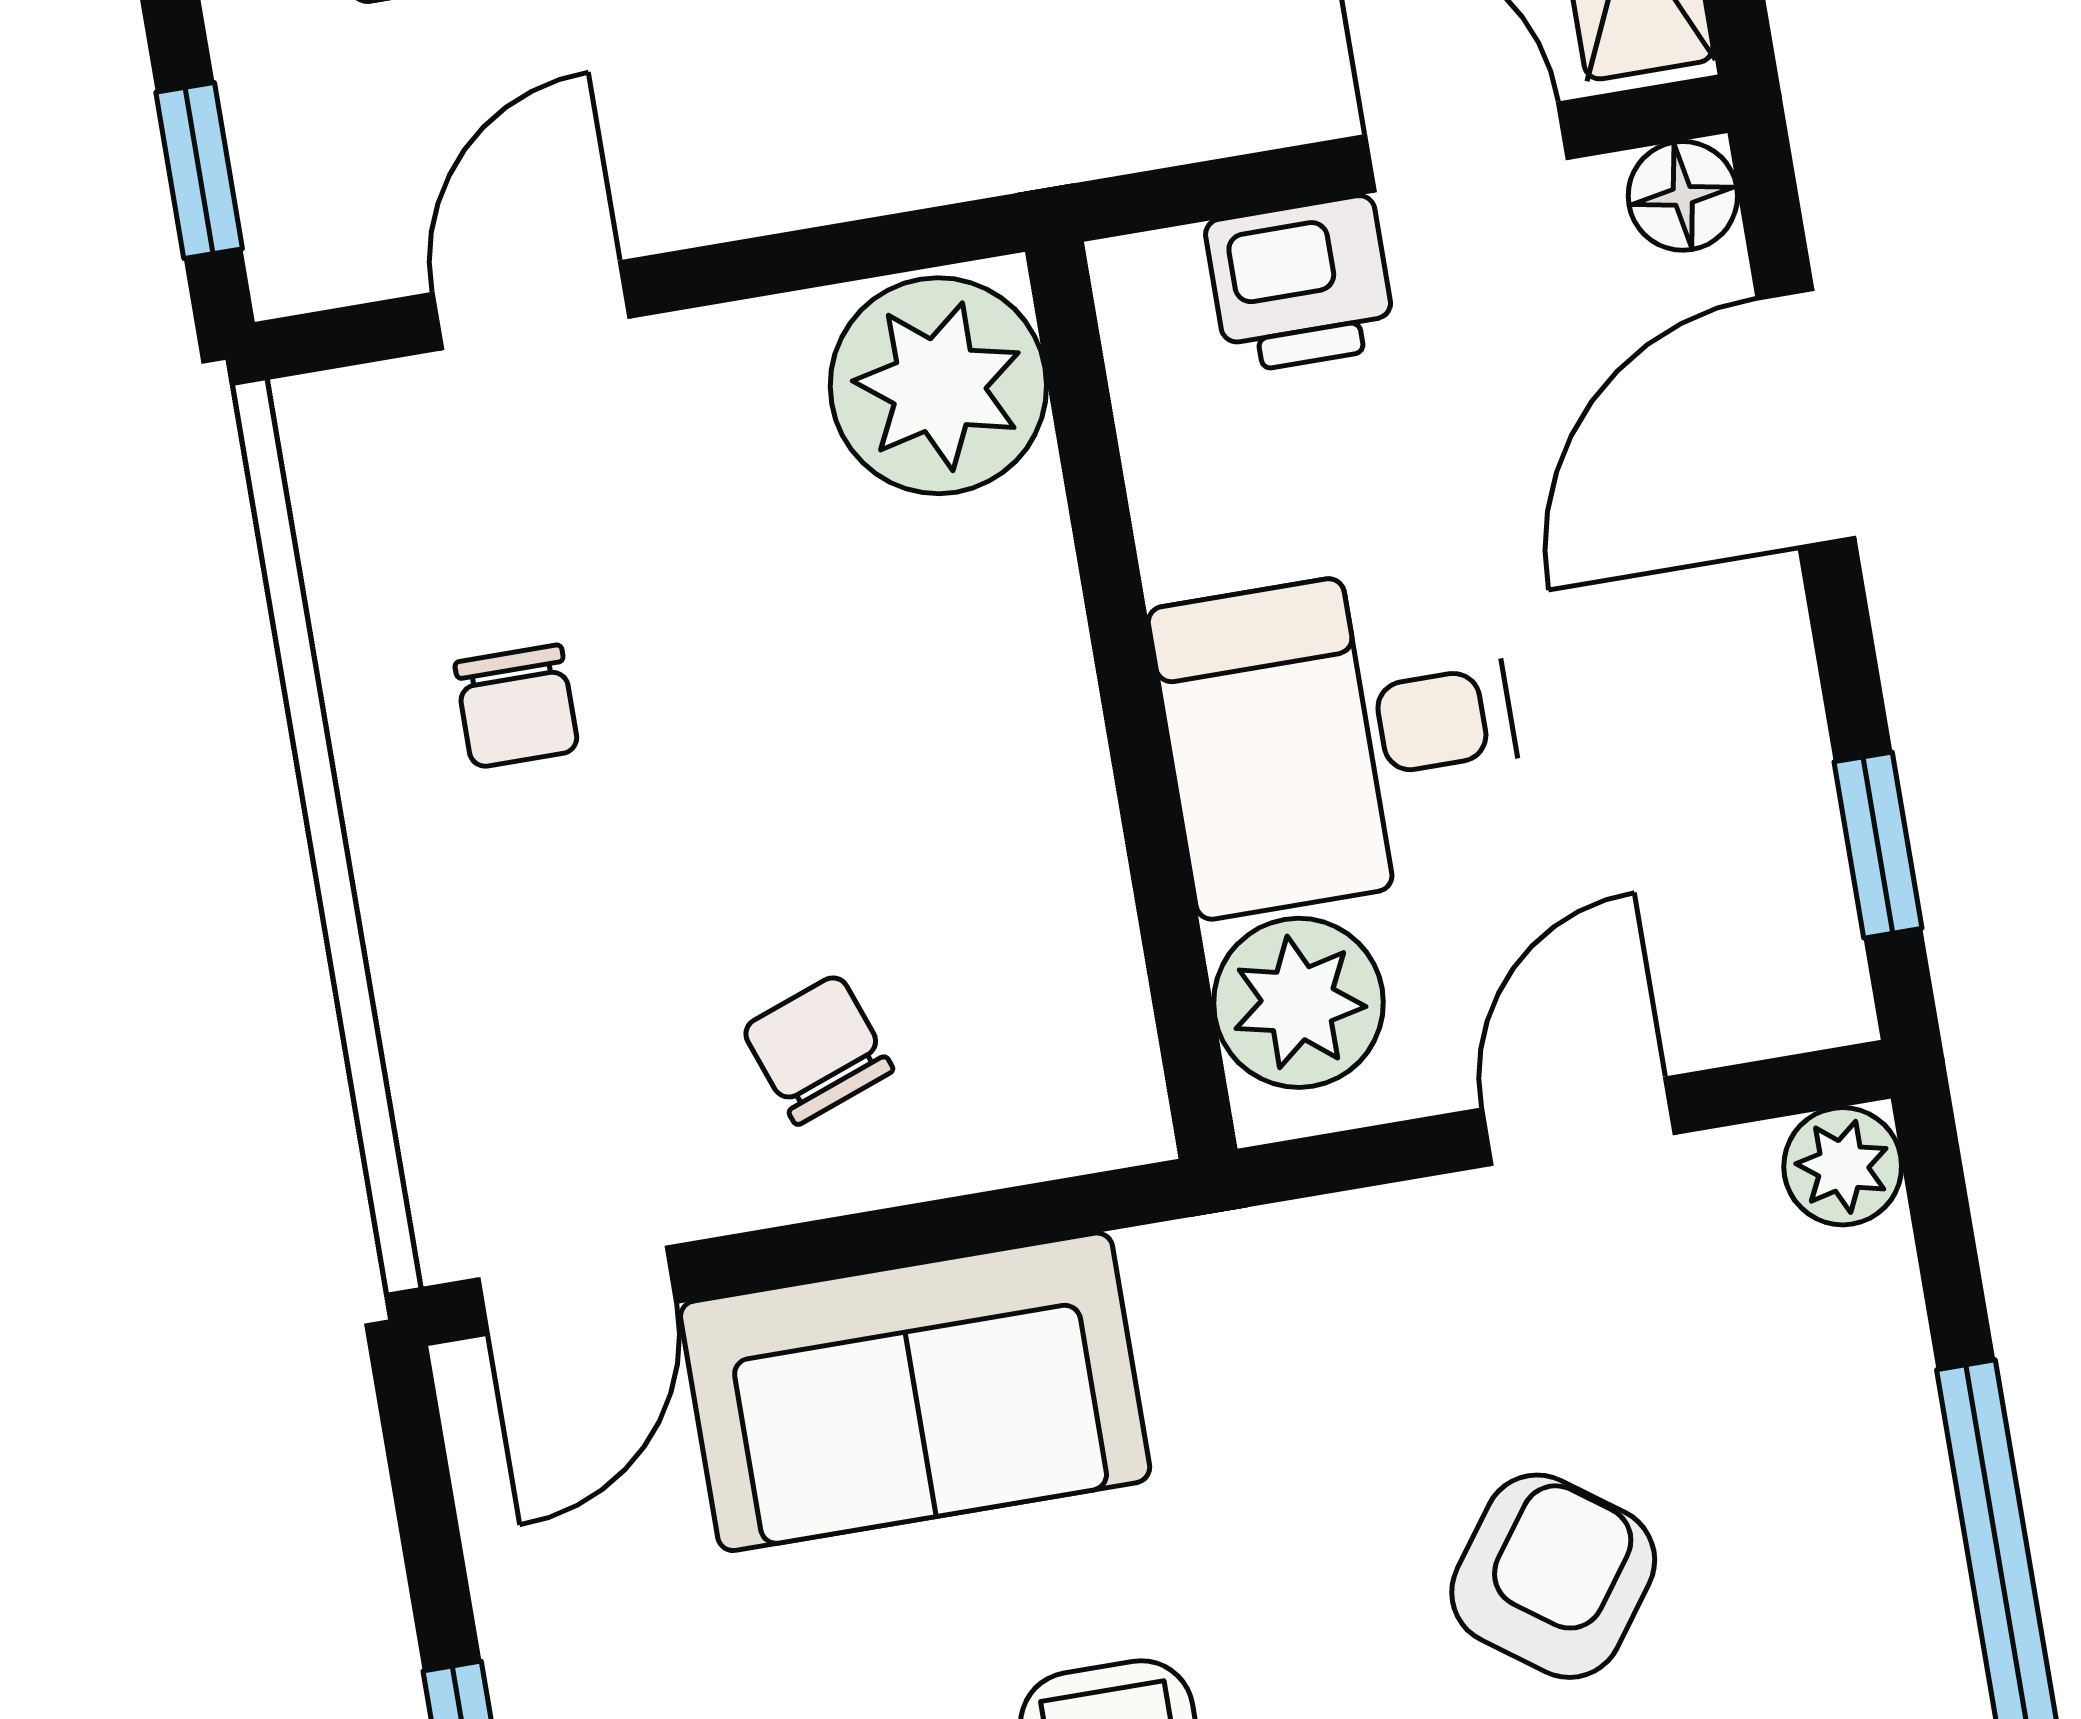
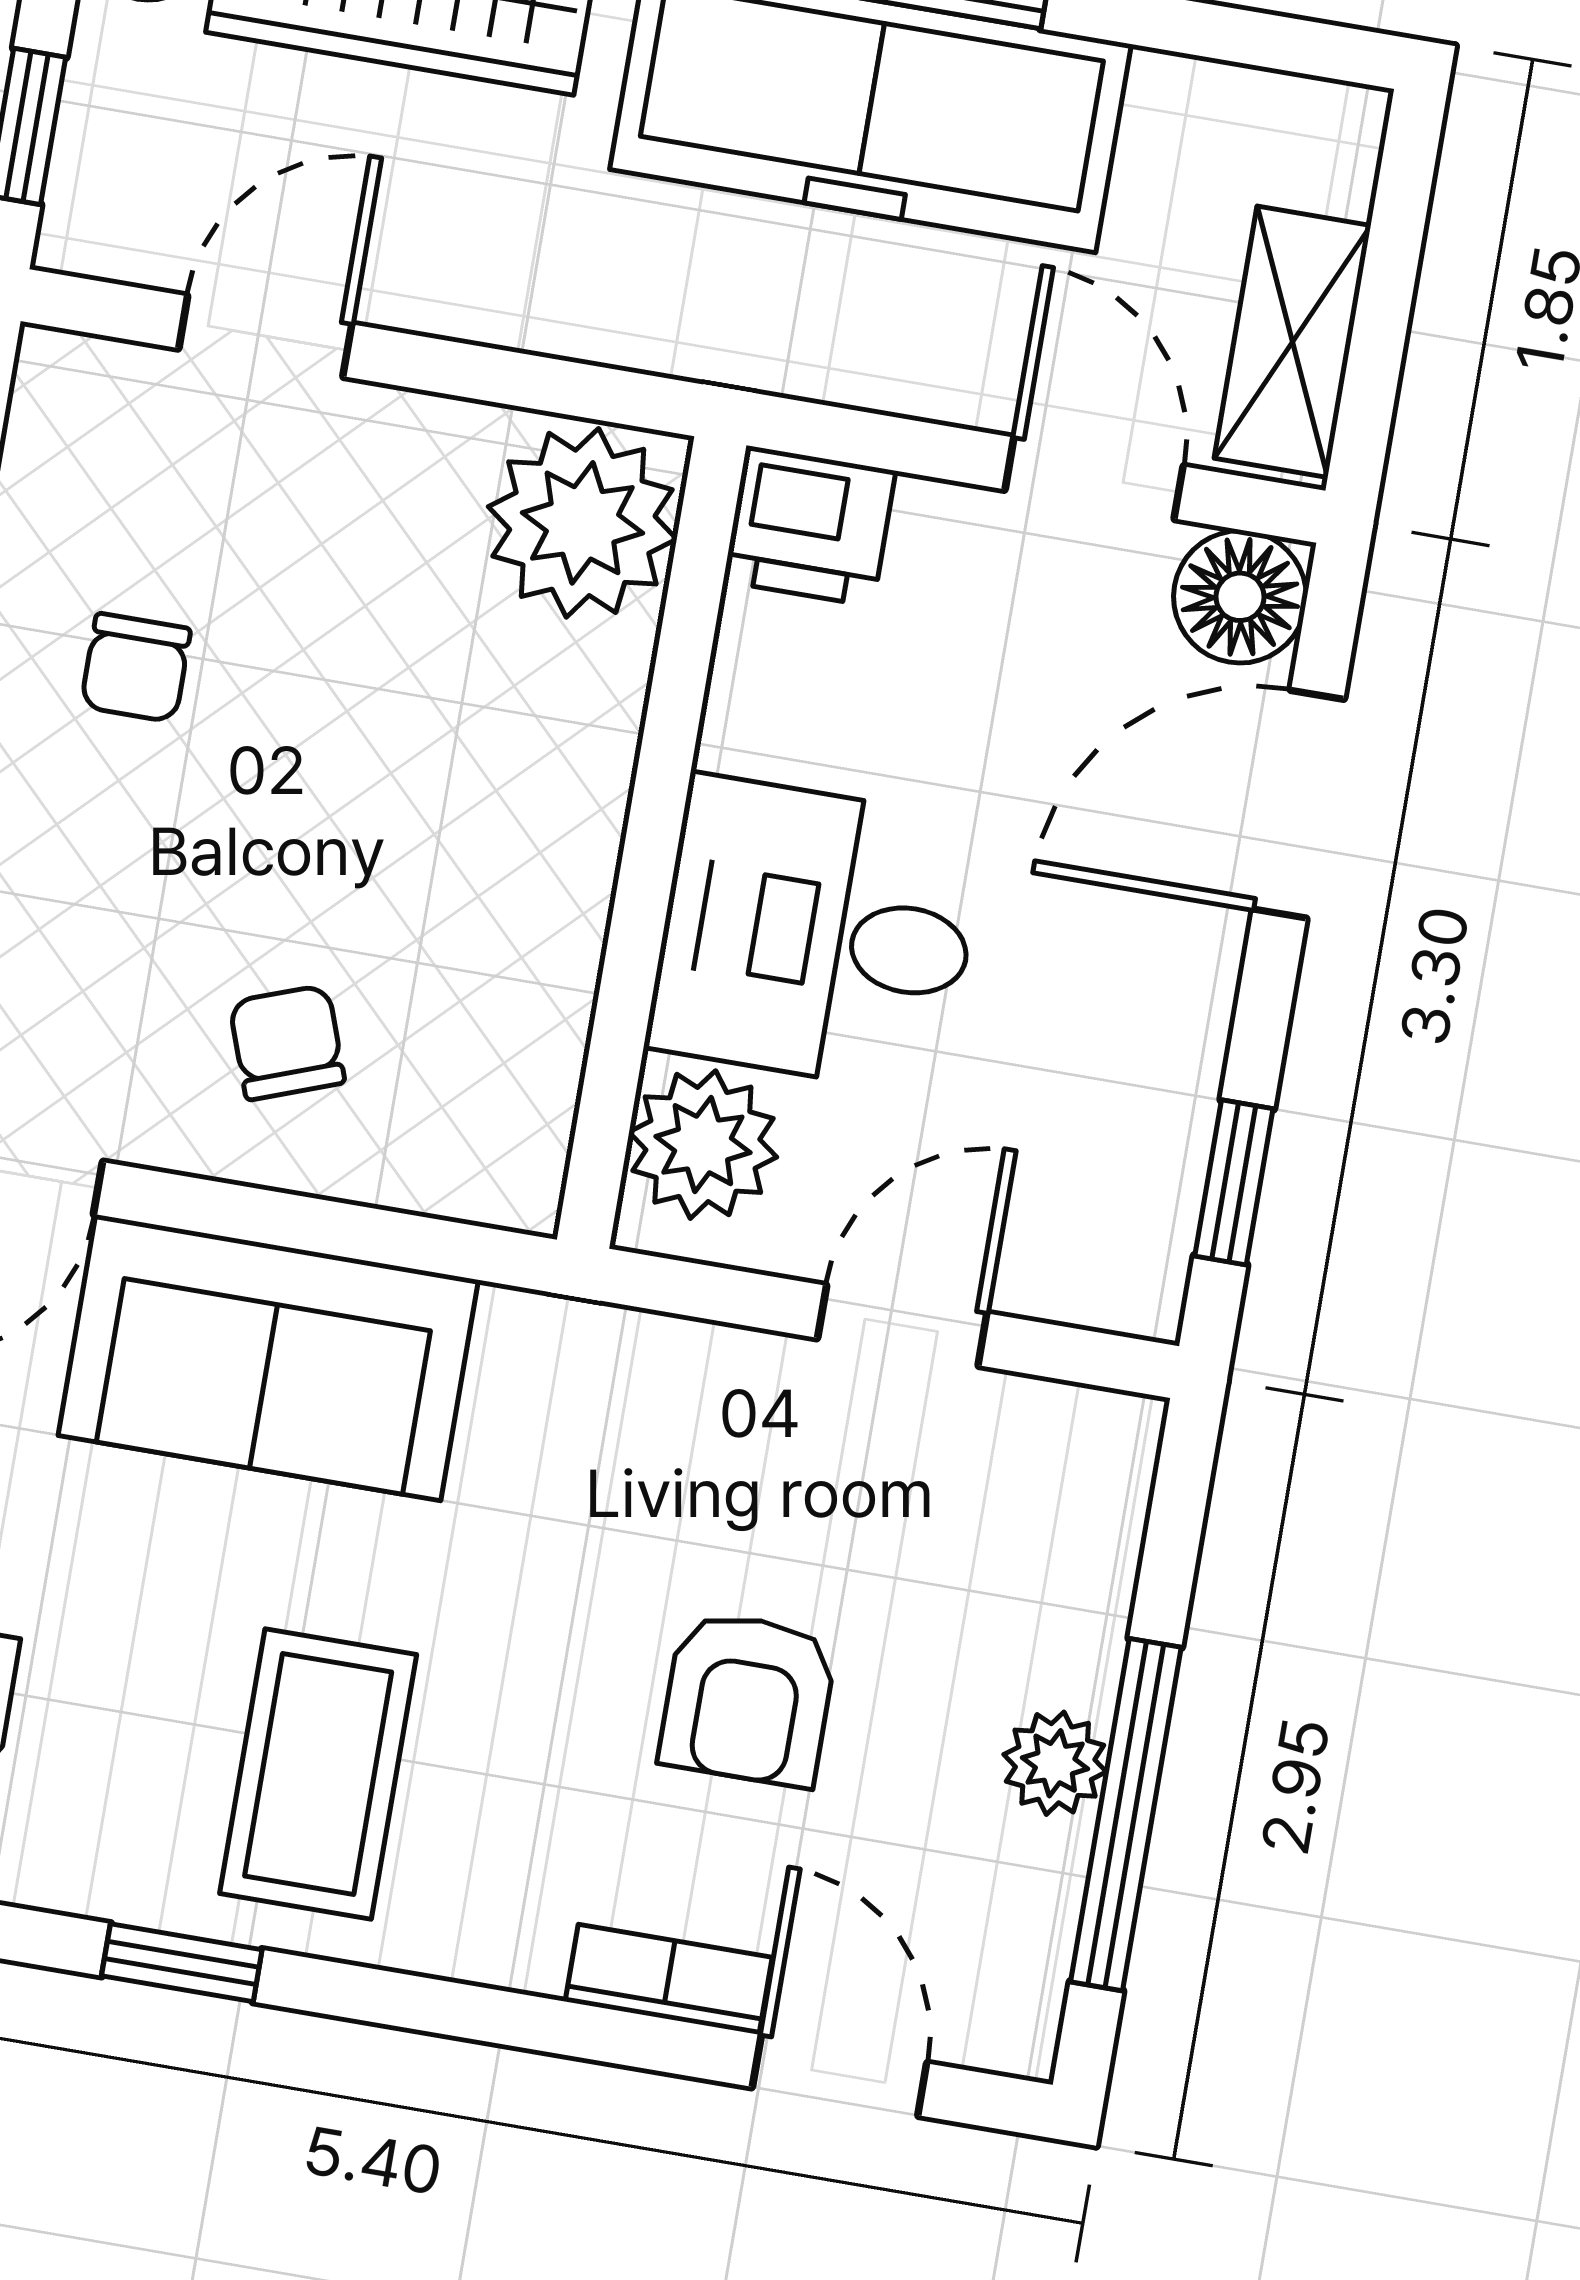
floor lamp: (1683, 196) -> (1240, 597), width x1.37, depth x1.37
printer: (1301, 284) -> (809, 526), moved
plant: (1843, 1166) -> (1055, 1763), moved
armchair: (1553, 1576) -> (748, 1699), turned 144

